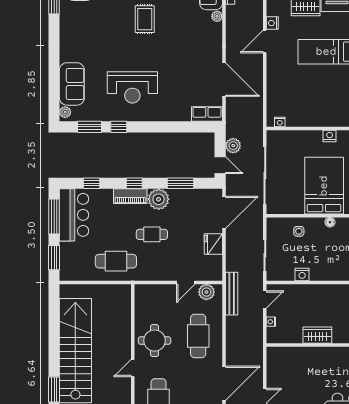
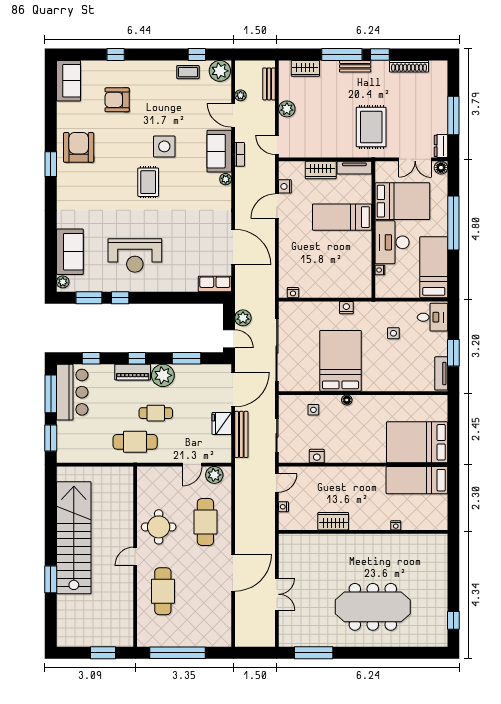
cafe table: (116, 261) -> (135, 442), moved
bench: (232, 294) -> (241, 434), moved

